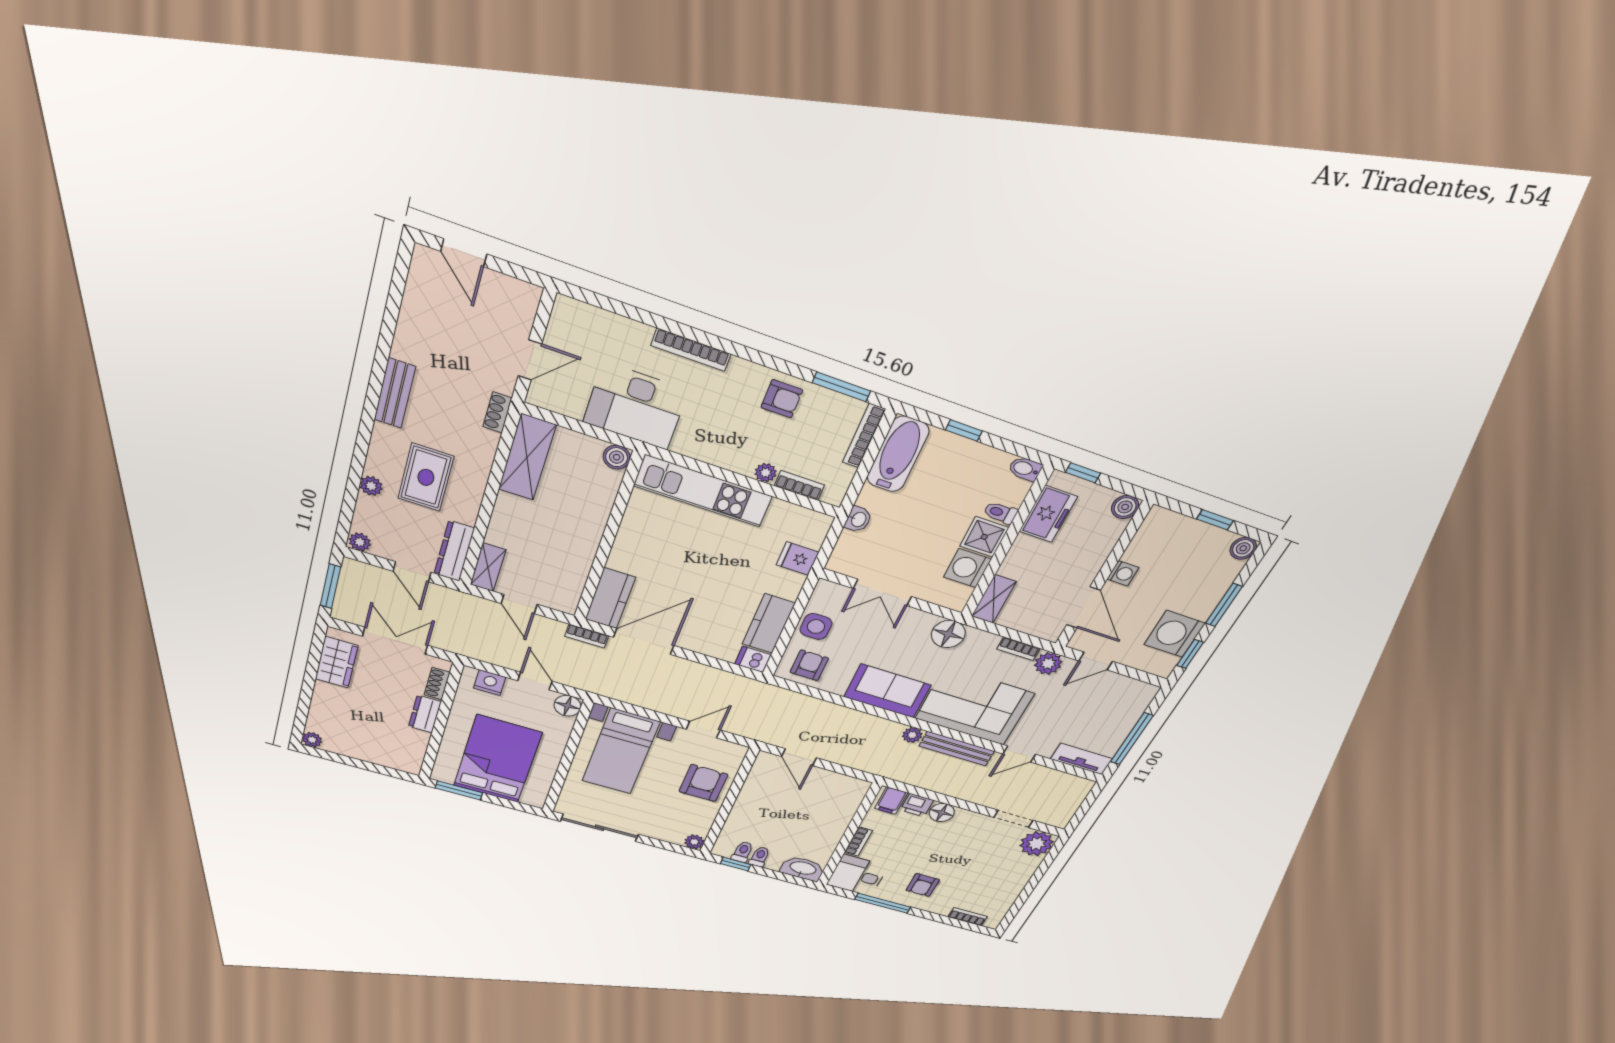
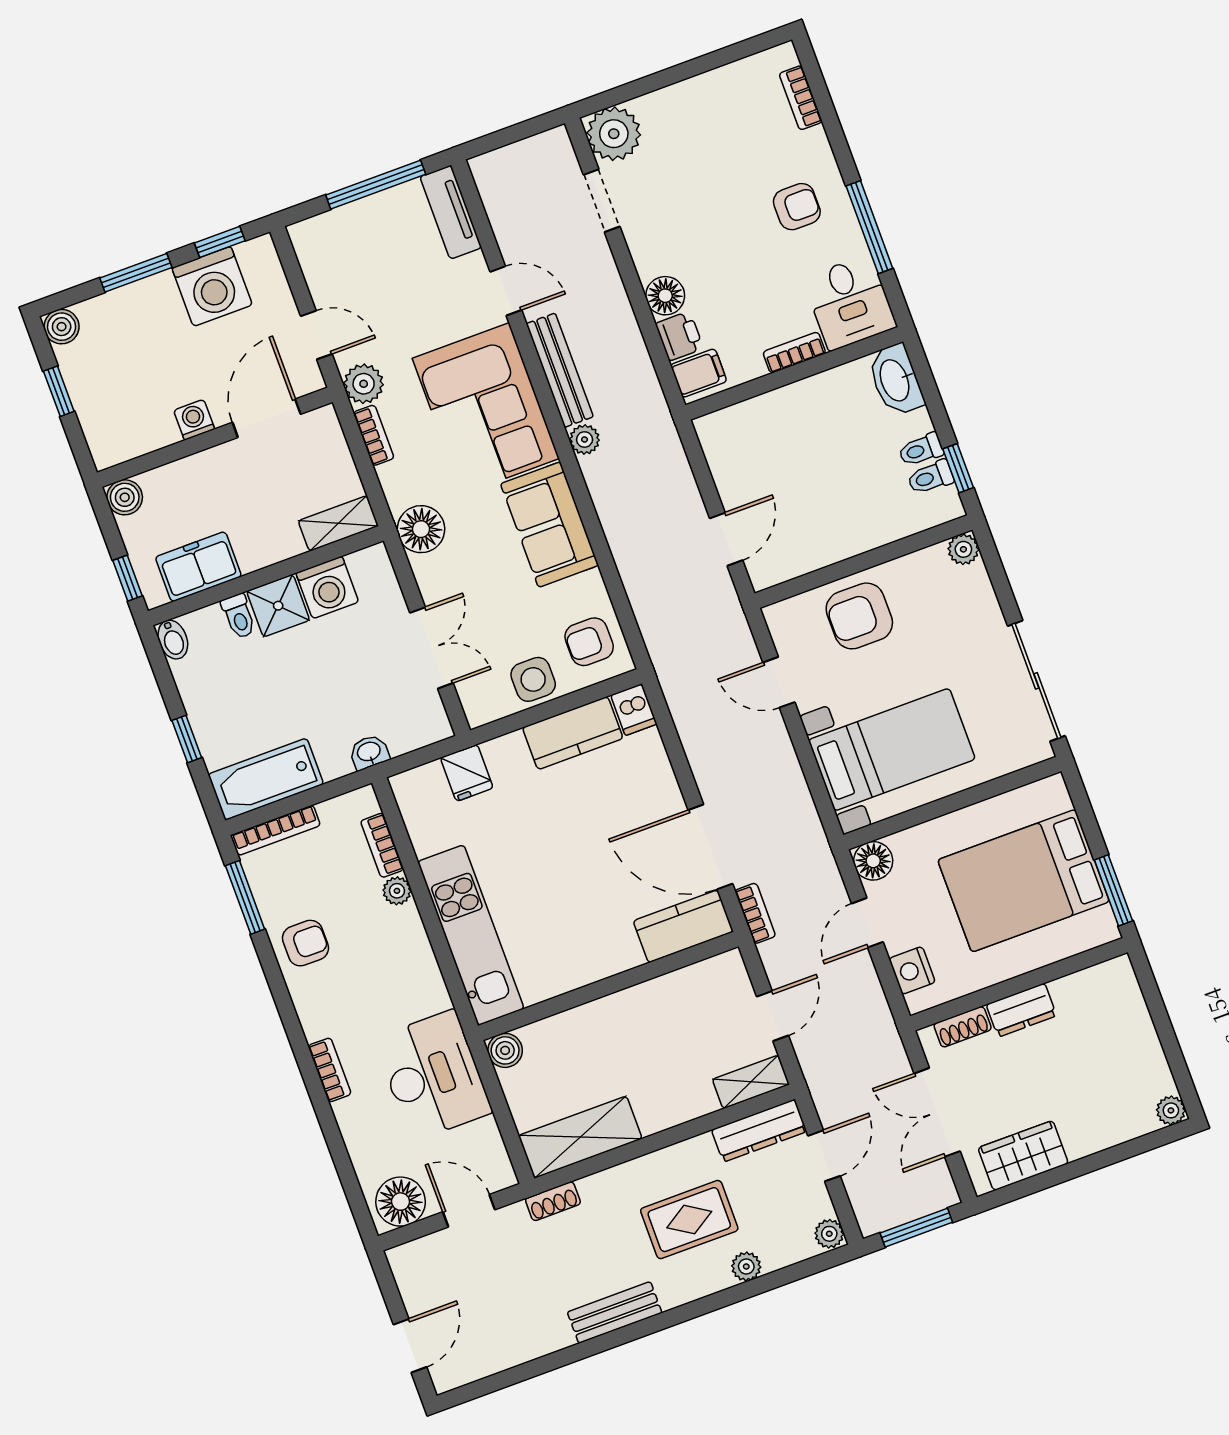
floor lamp: (569, 324) -> (401, 1202), added
bookcase: (691, 350) -> (330, 1070), width x0.64
armchair: (782, 399) -> (305, 943), turned 90

